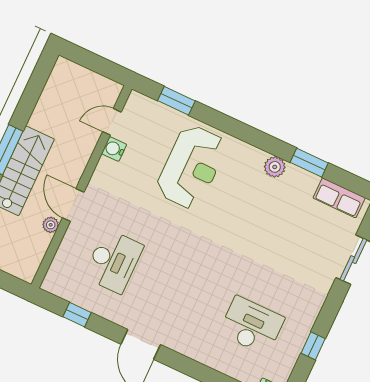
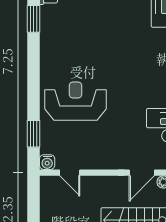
water cooler: (114, 149) -> (47, 162), moved
plant: (275, 167) -> (48, 42), removed

